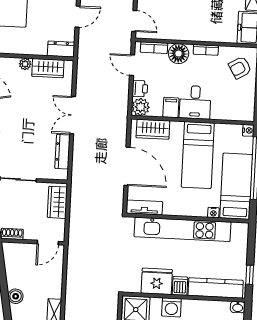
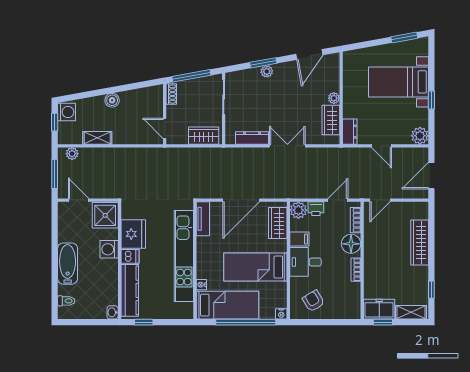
armchair: (240, 68) -> (313, 301), moved

